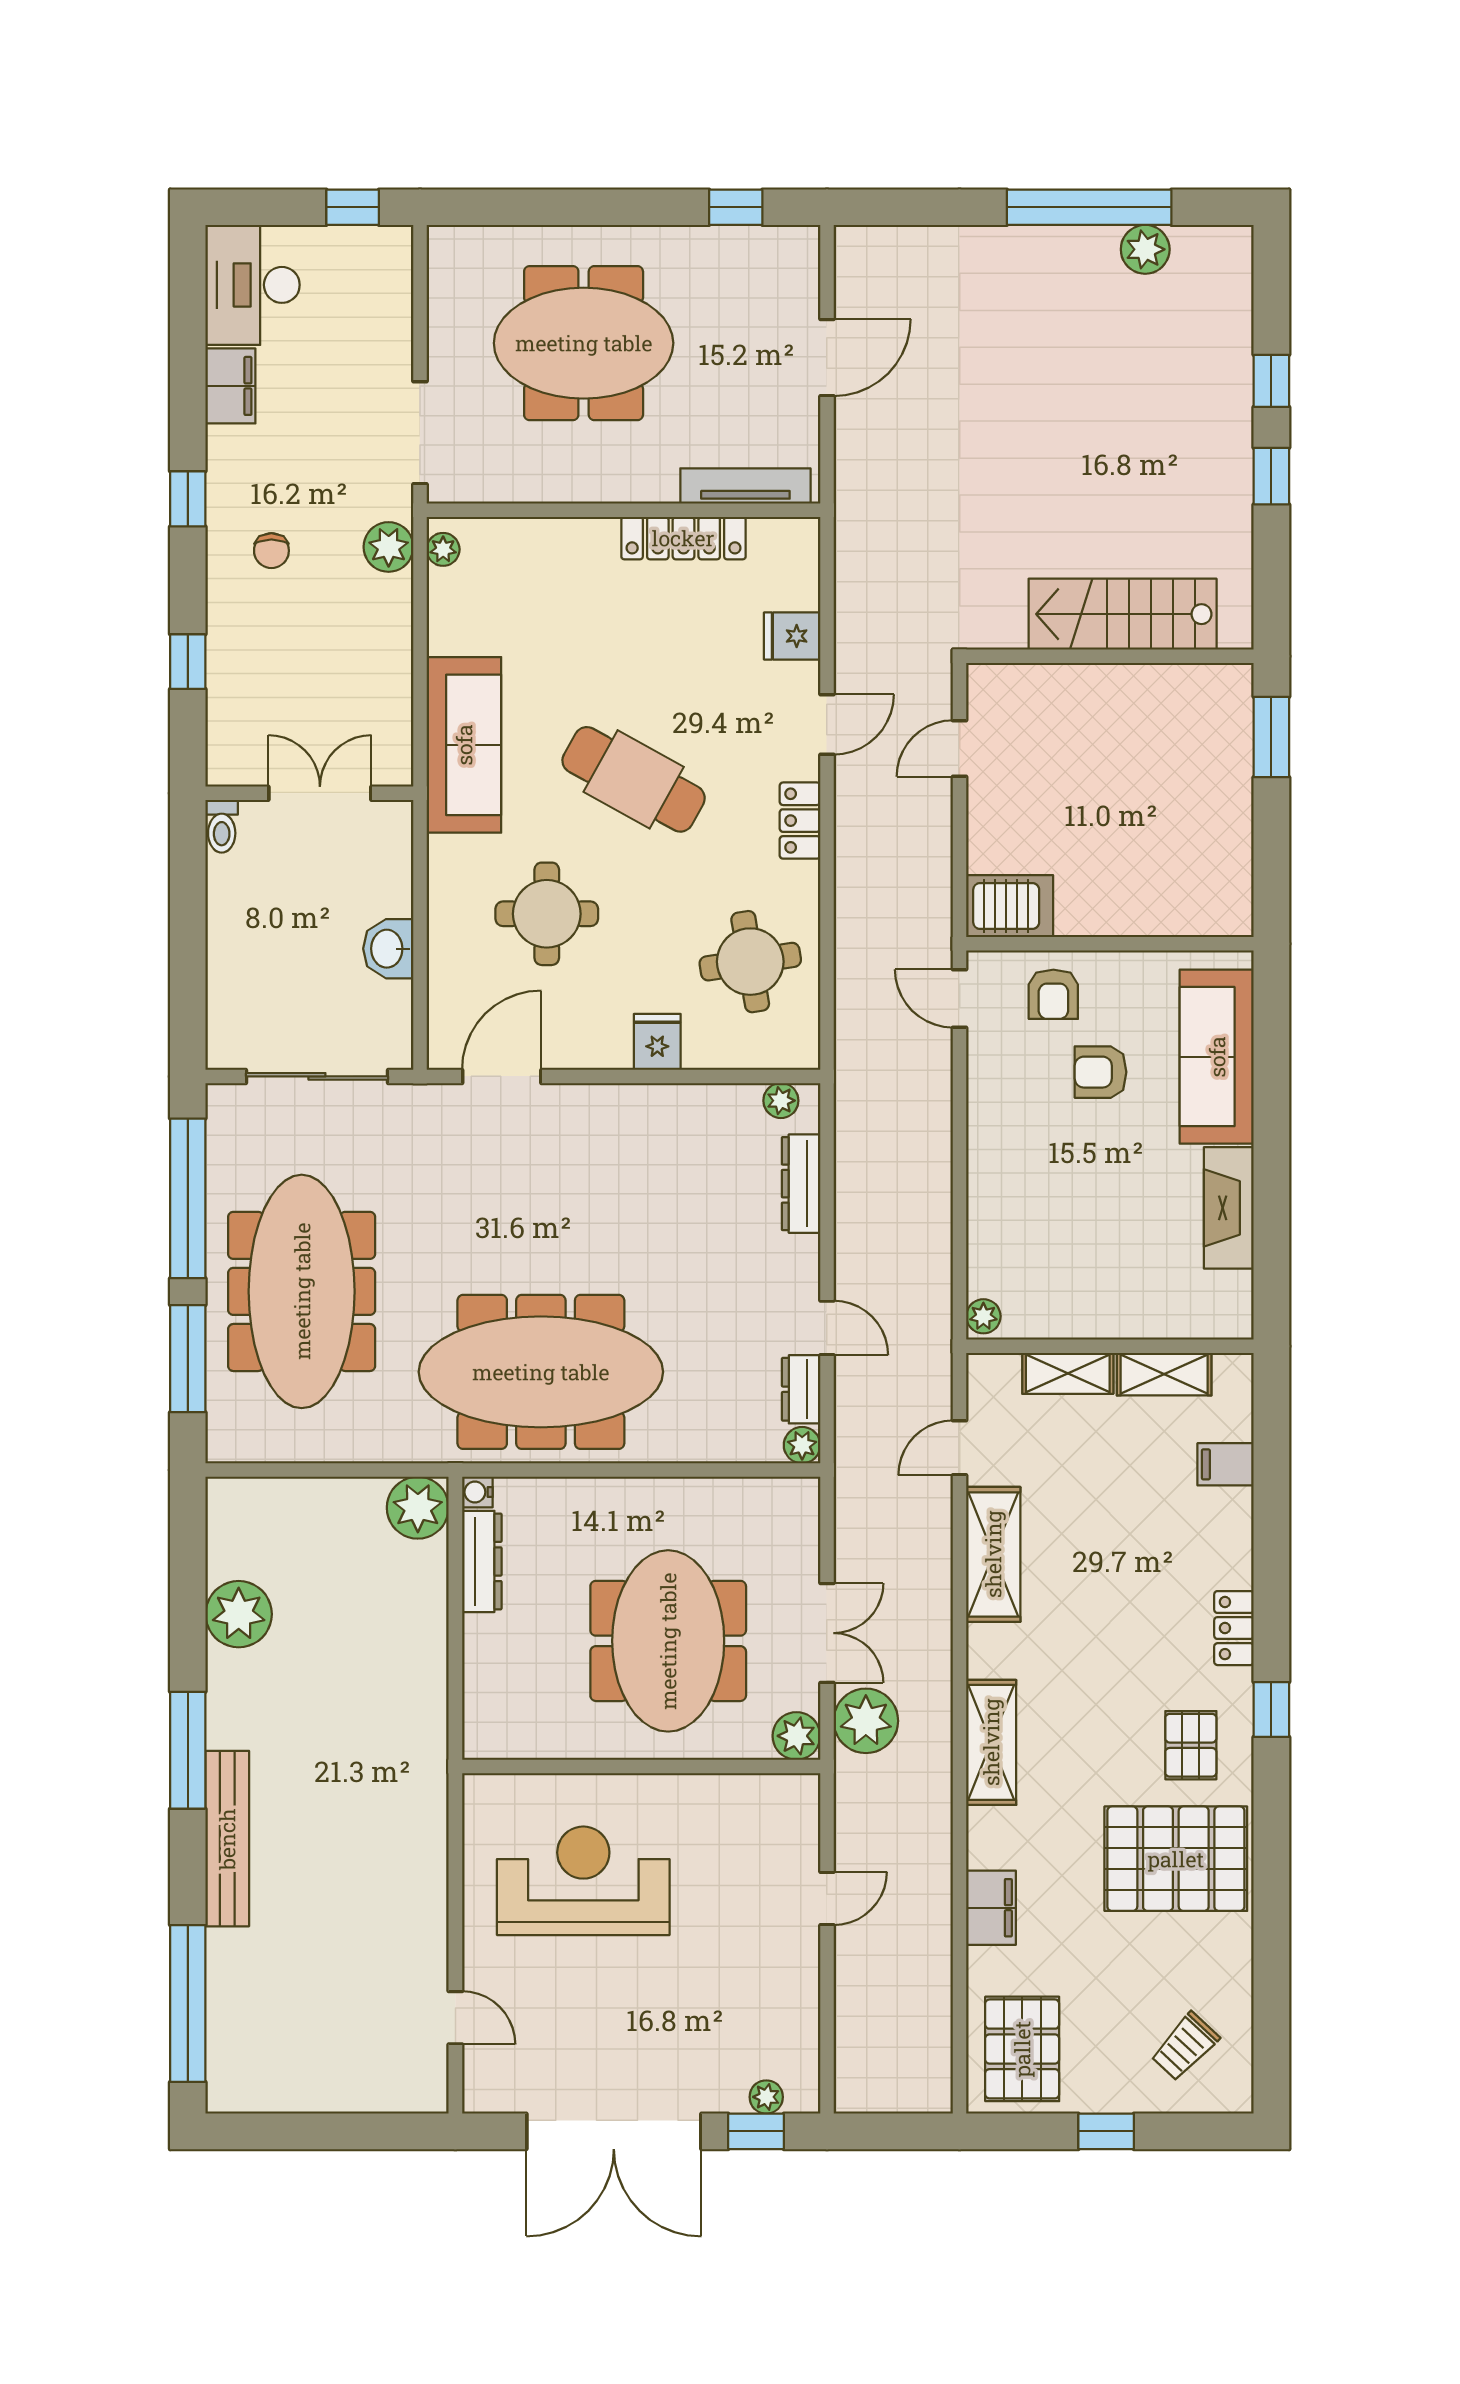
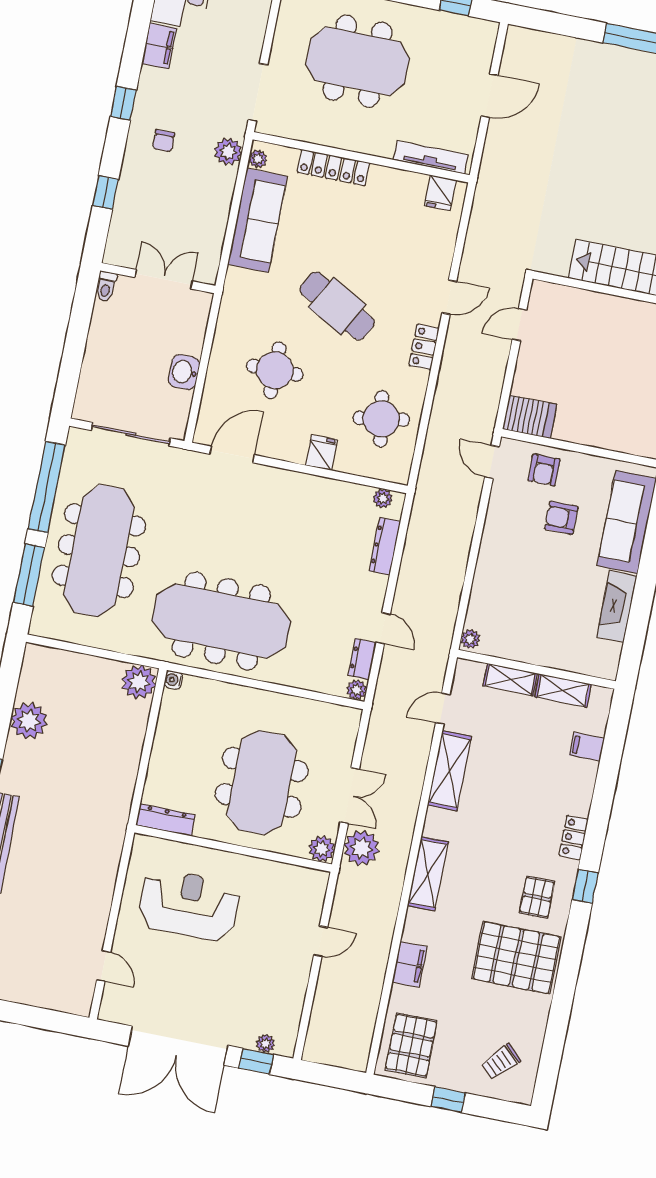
locker: (683, 538) -> (333, 168), moved
fridge: (792, 636) -> (440, 193), moved, turned -90
sofa: (464, 745) -> (257, 220), moved
dresser: (482, 1561) -> (165, 820), moved, turned -90

